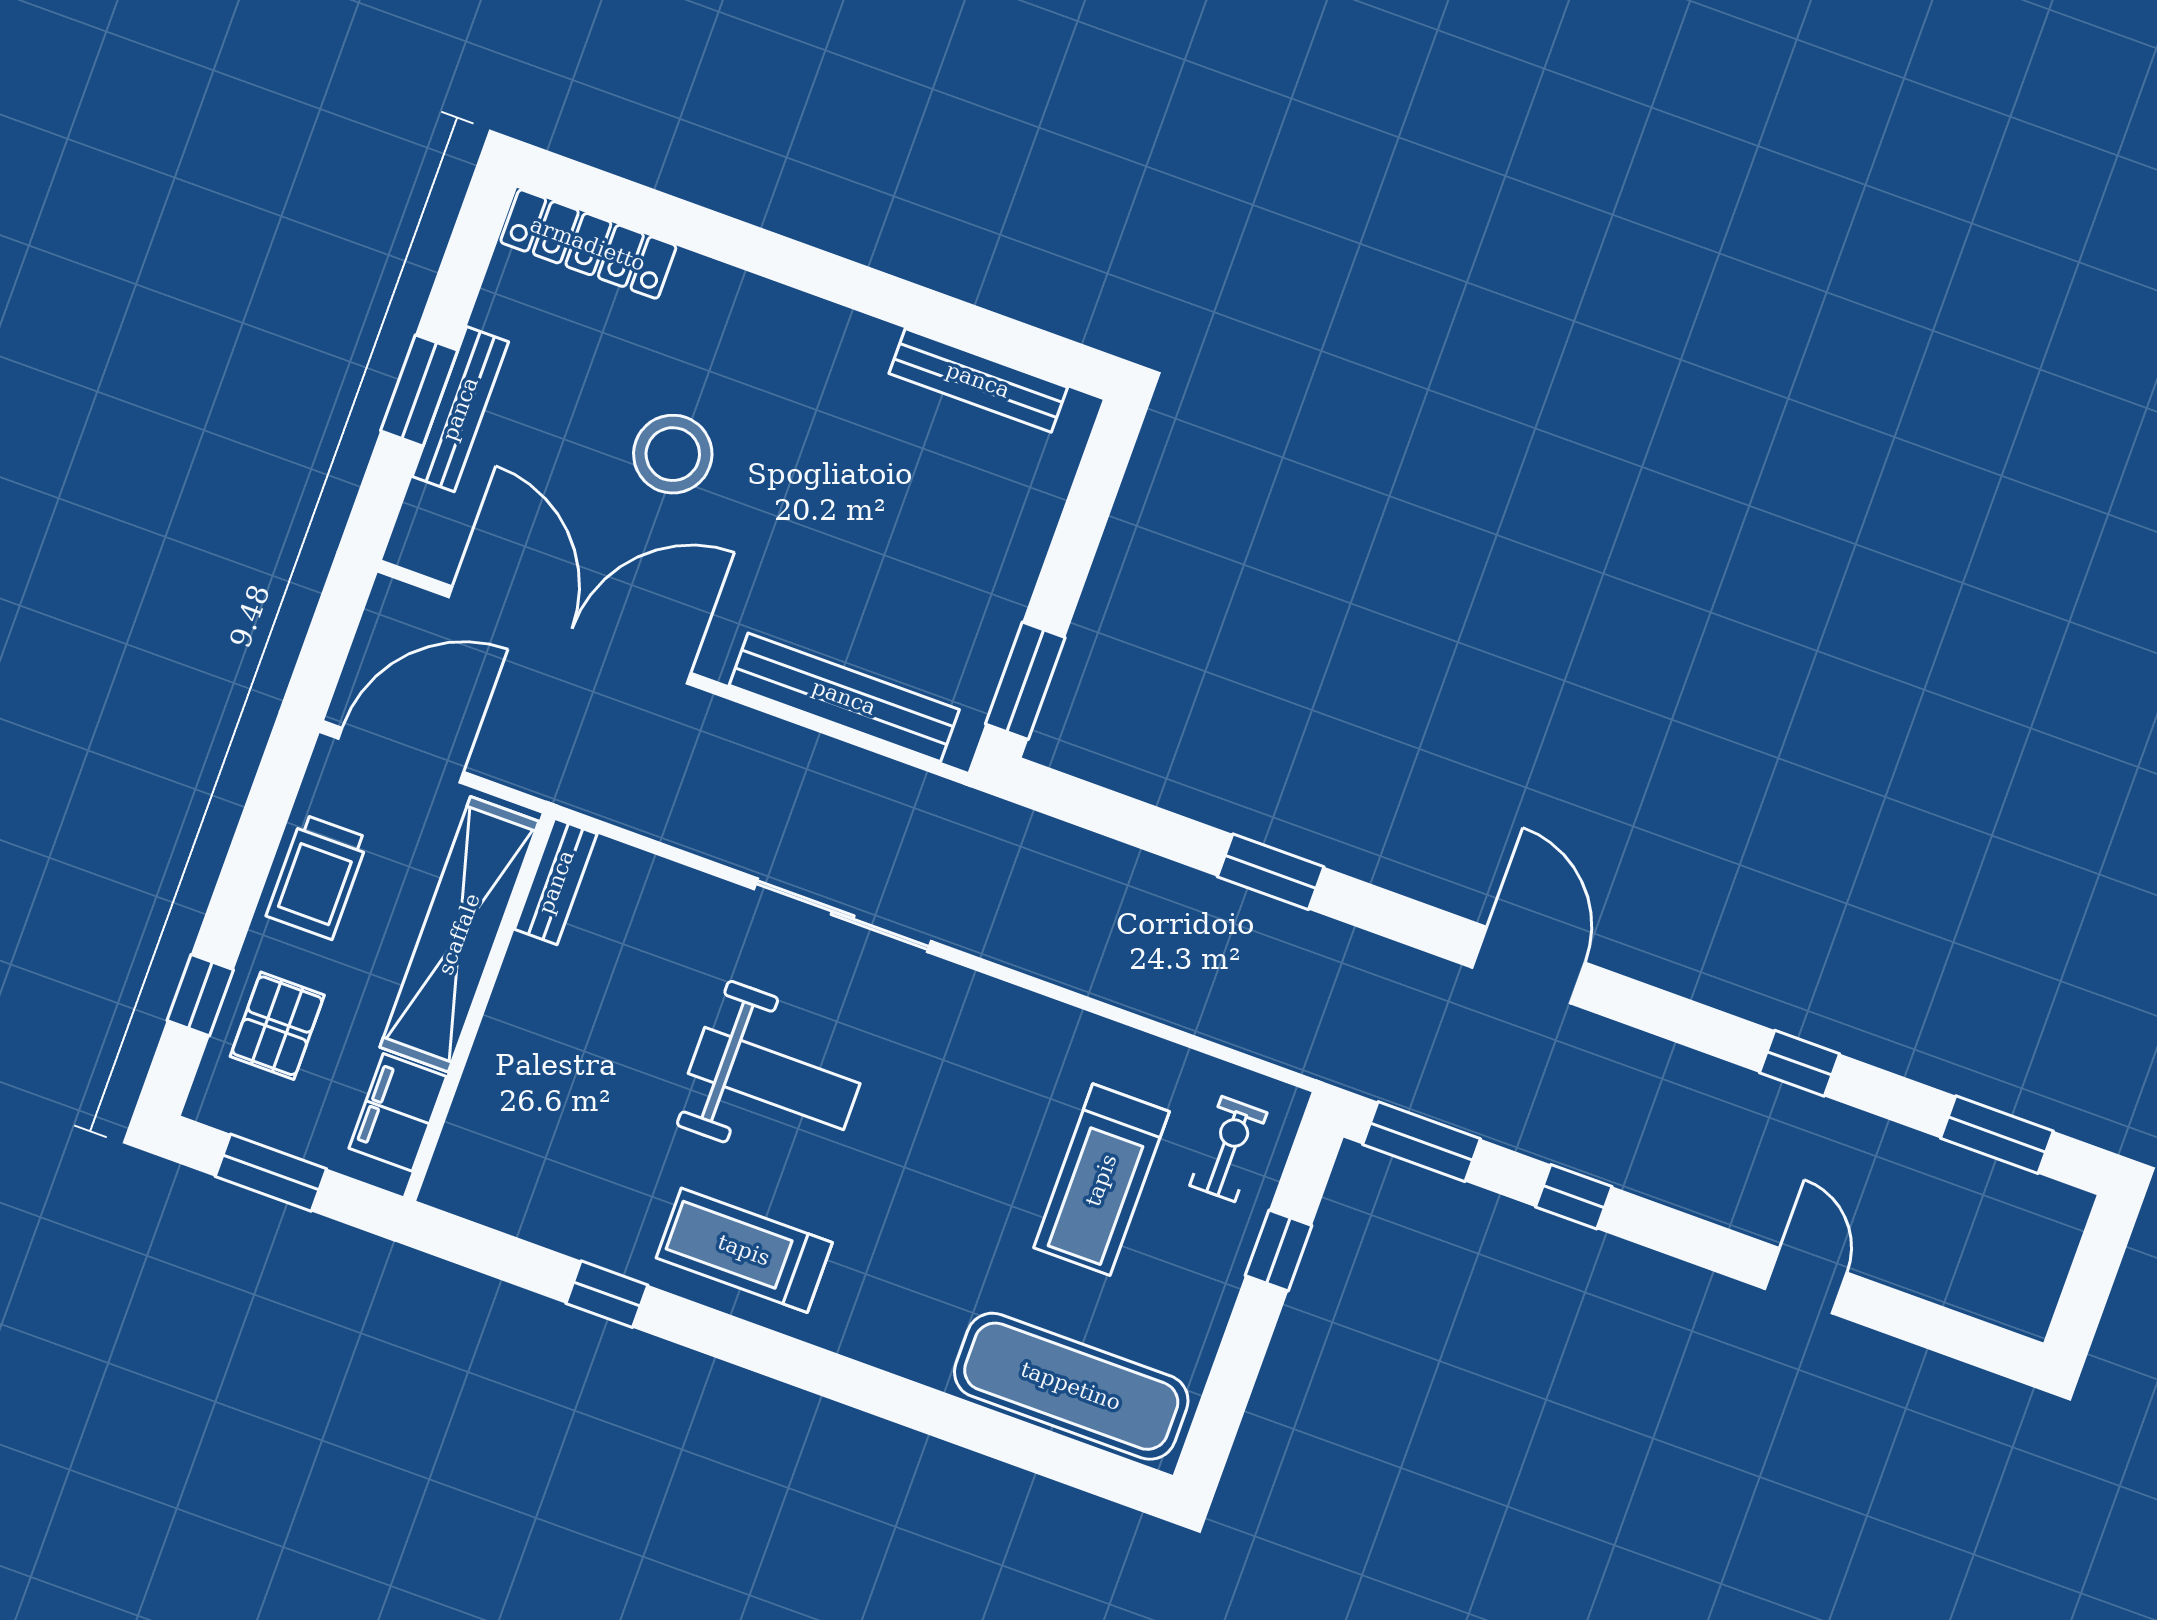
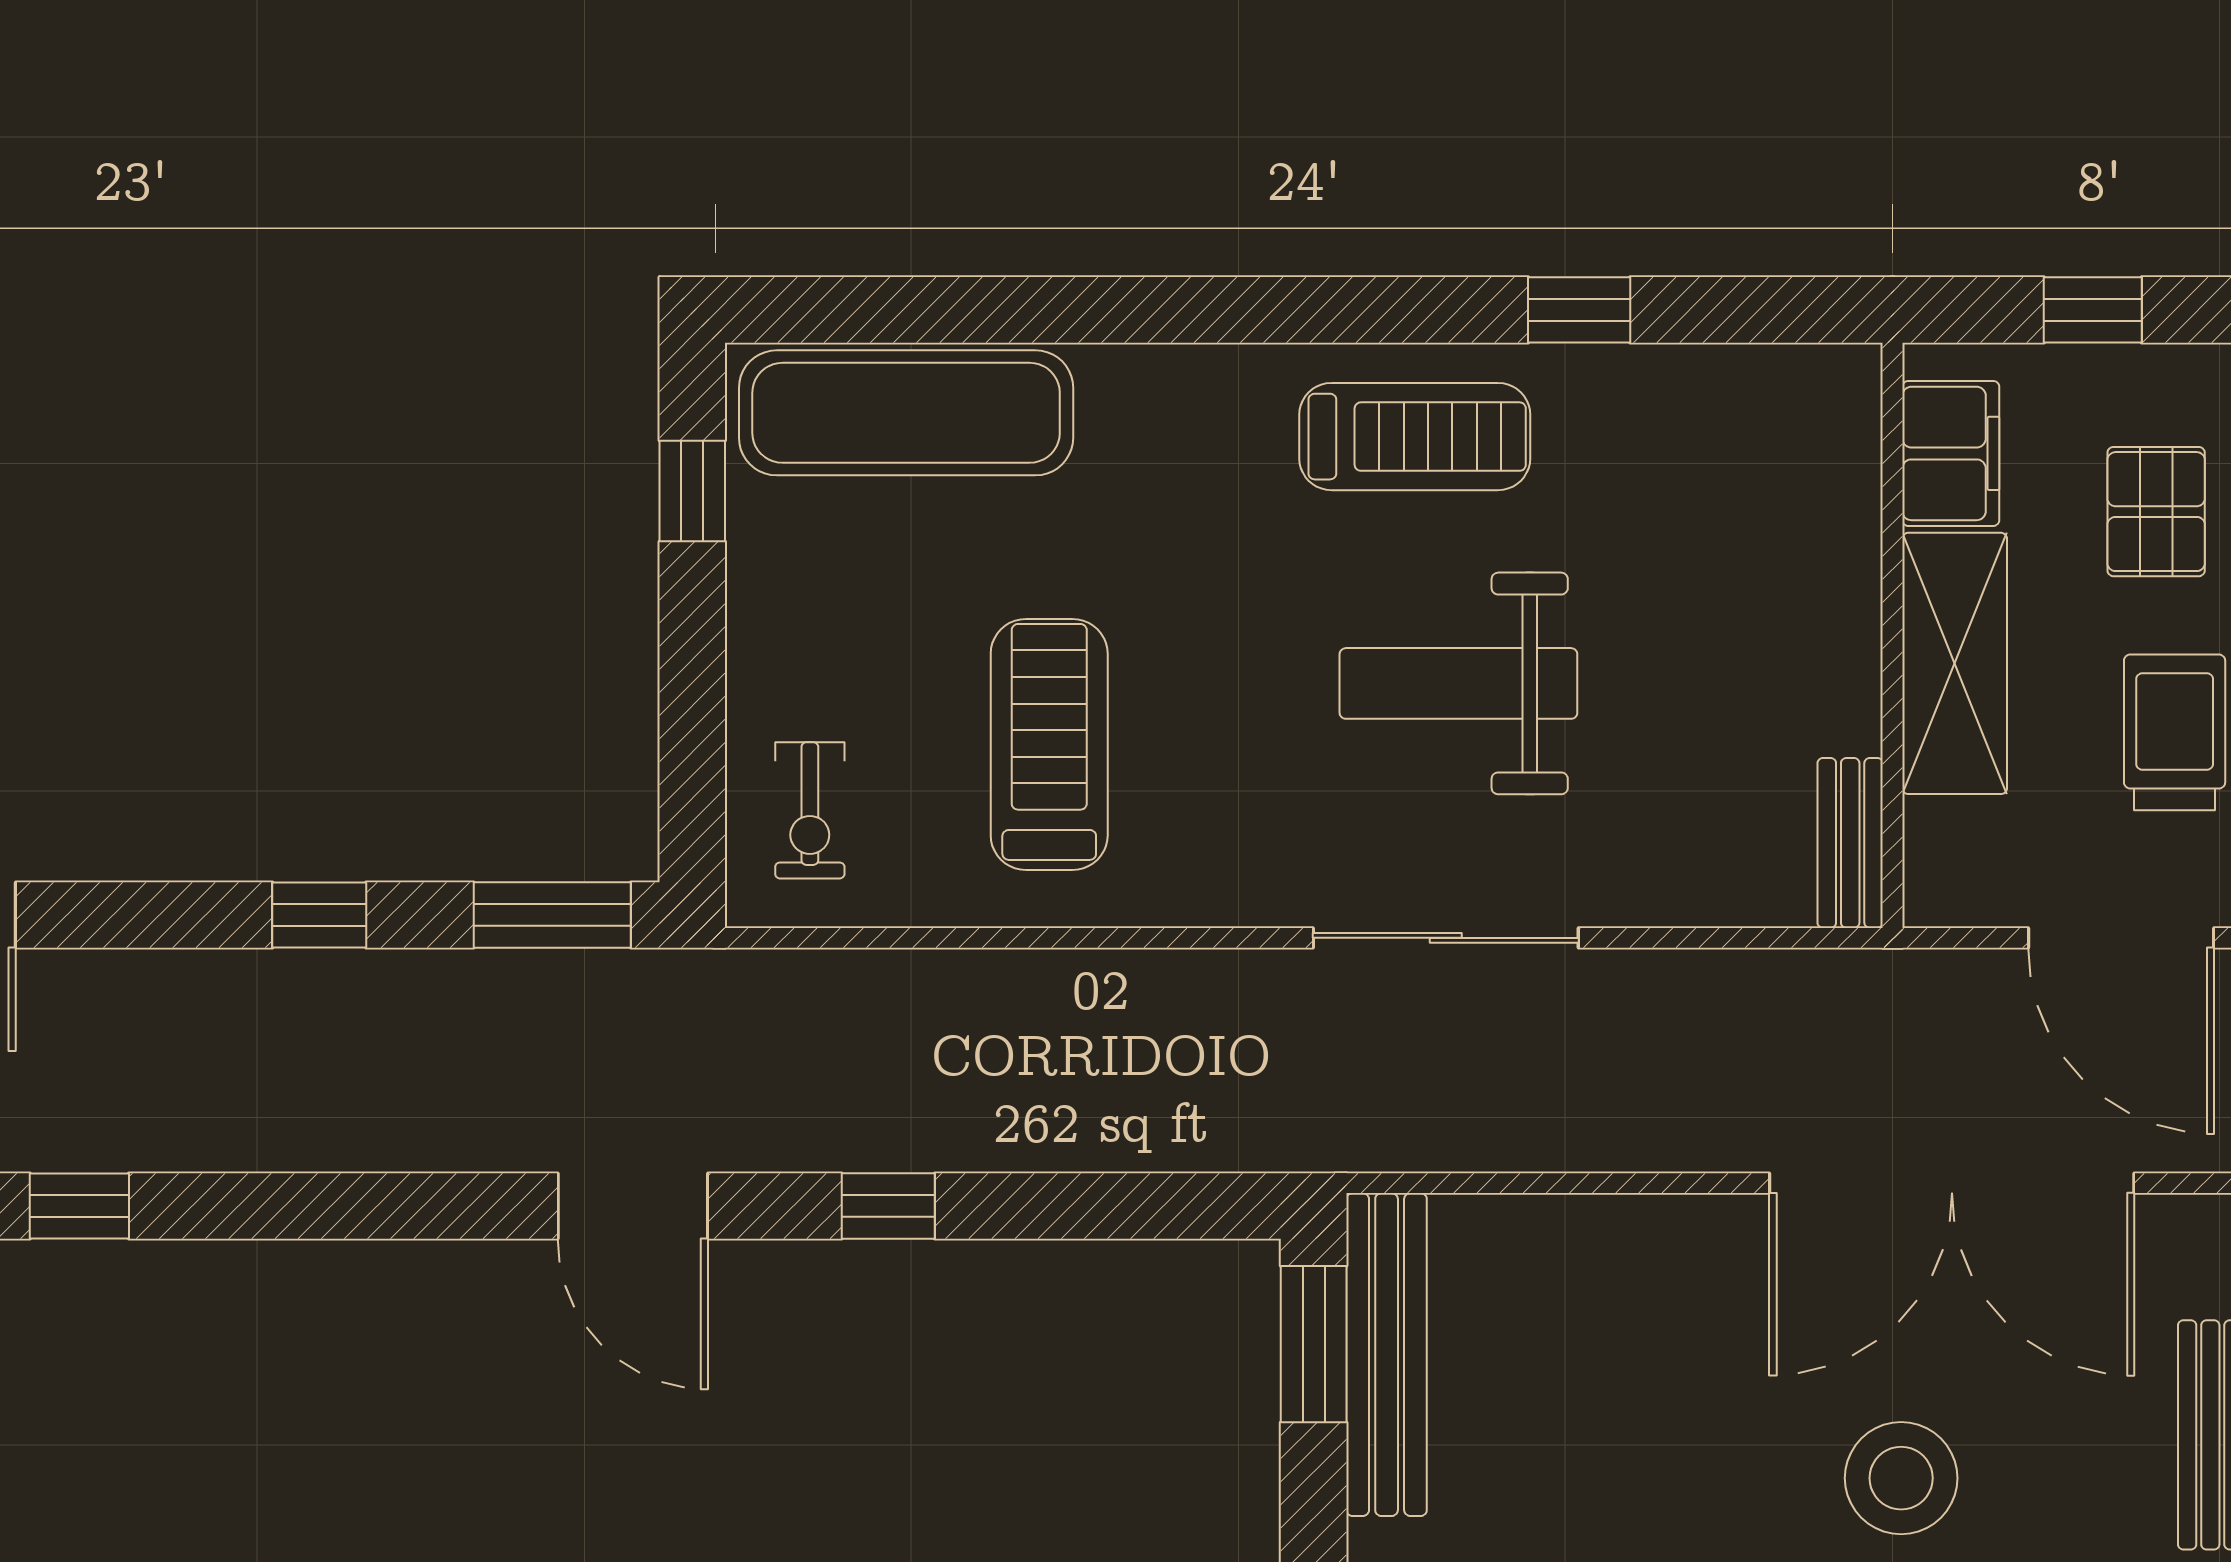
bench: (844, 697) -> (1387, 1355), moved, turned 90
door: (401, 755) -> (2121, 938), hinge flipped
window: (1271, 872) -> (888, 1206), width x0.67
shelving: (459, 934) -> (1955, 663), width x0.68
door: (1529, 965) -> (633, 1206), moved
window: (271, 1173) -> (2093, 310), width x0.67
treadmill: (1101, 1180) -> (1049, 744), moved
window: (1279, 1250) -> (692, 491), moved

